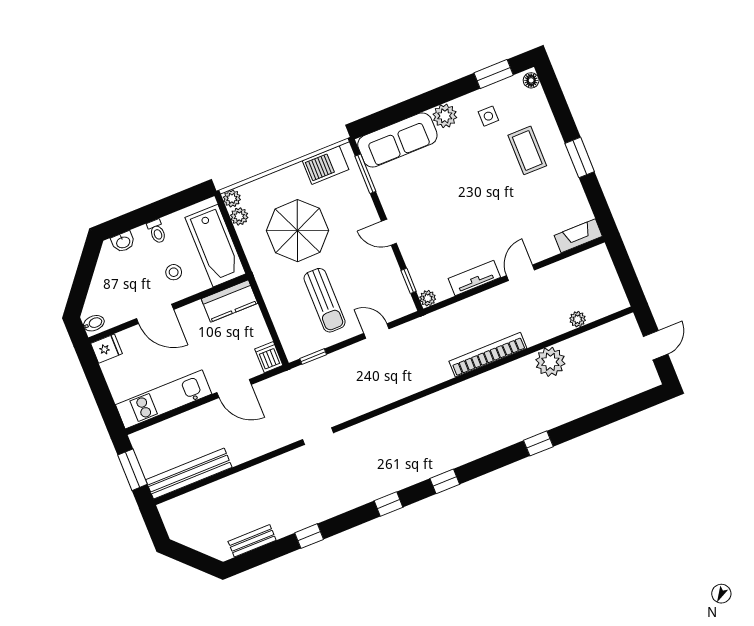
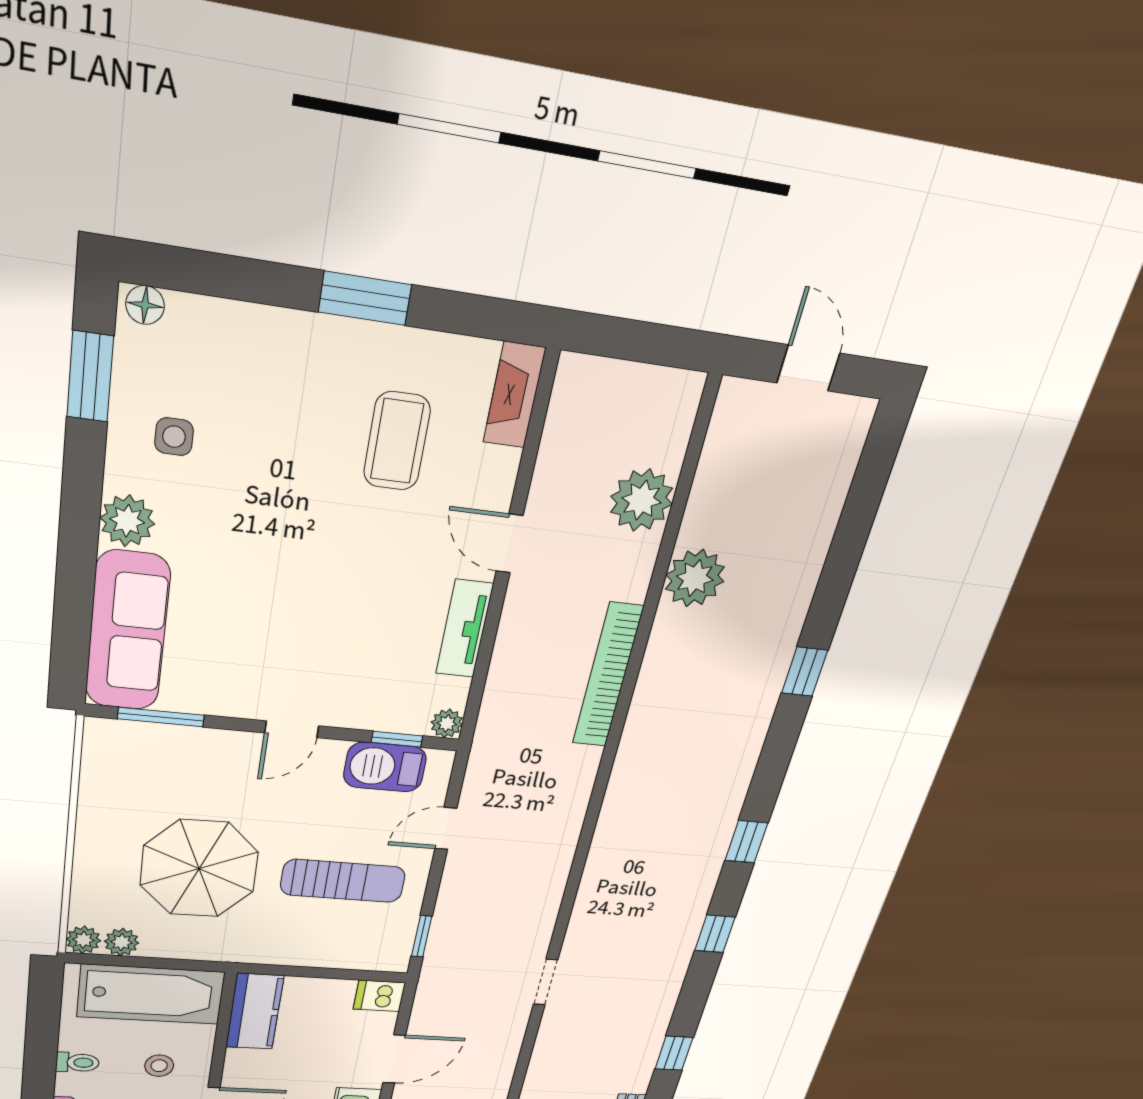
coffee table: (527, 150) -> (397, 441), moved, turned 90
barbecue: (325, 165) -> (385, 767), moved, turned 90
plant: (578, 319) -> (642, 500), width x1.88, depth x1.88

